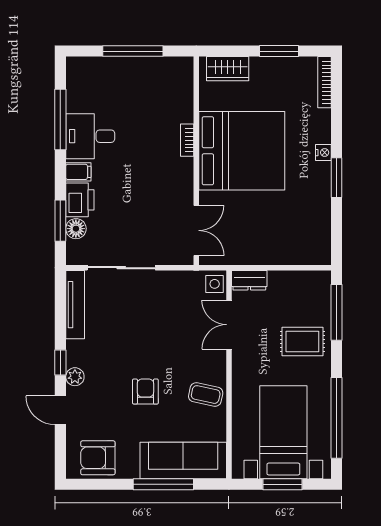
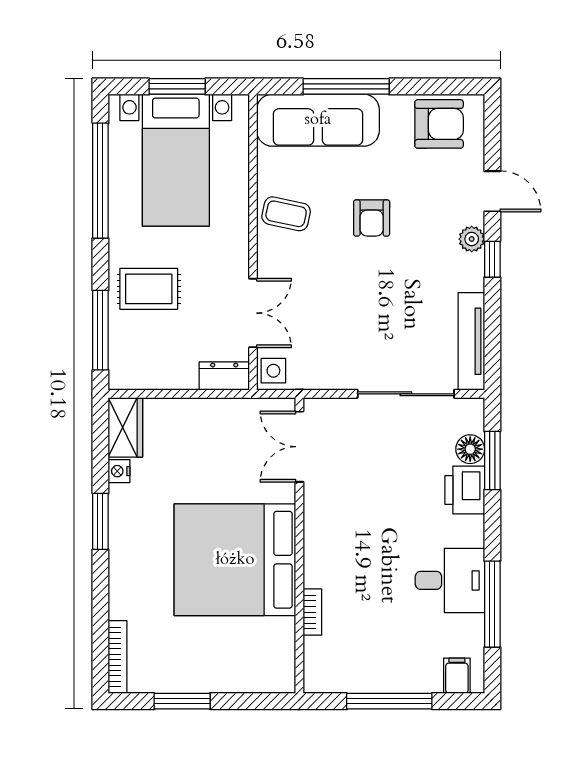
wardrobe: (228, 69) -> (125, 427), moved, turned 90
bookcase: (187, 140) -> (312, 612), moved
nightstand: (323, 153) -> (119, 471), moved
filing cabinet: (78, 172) -> (457, 676), moved, turned 90

